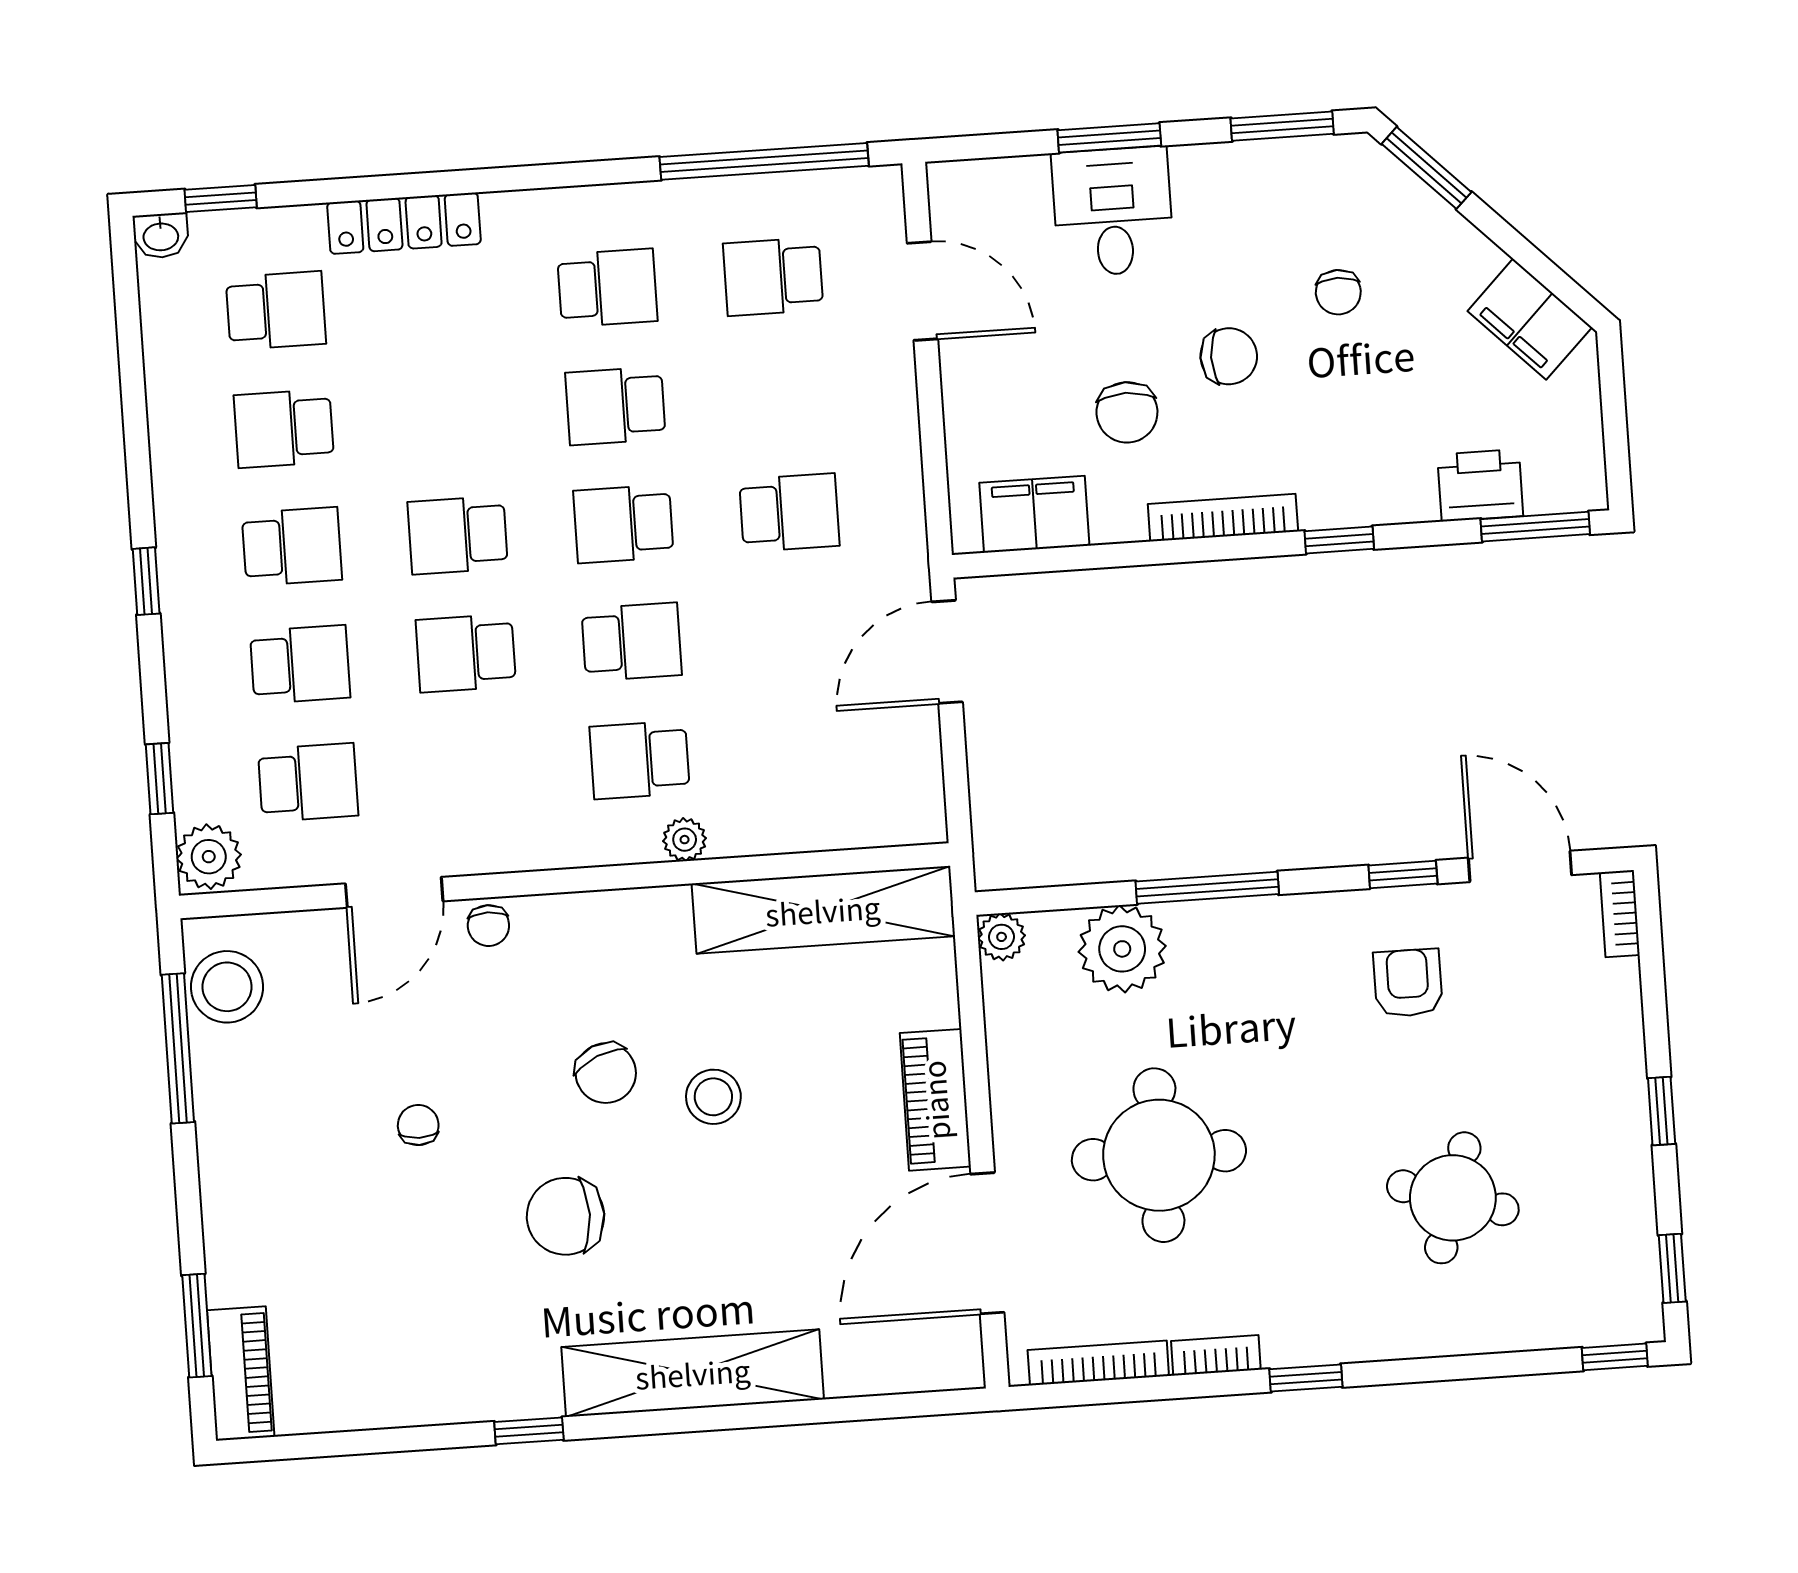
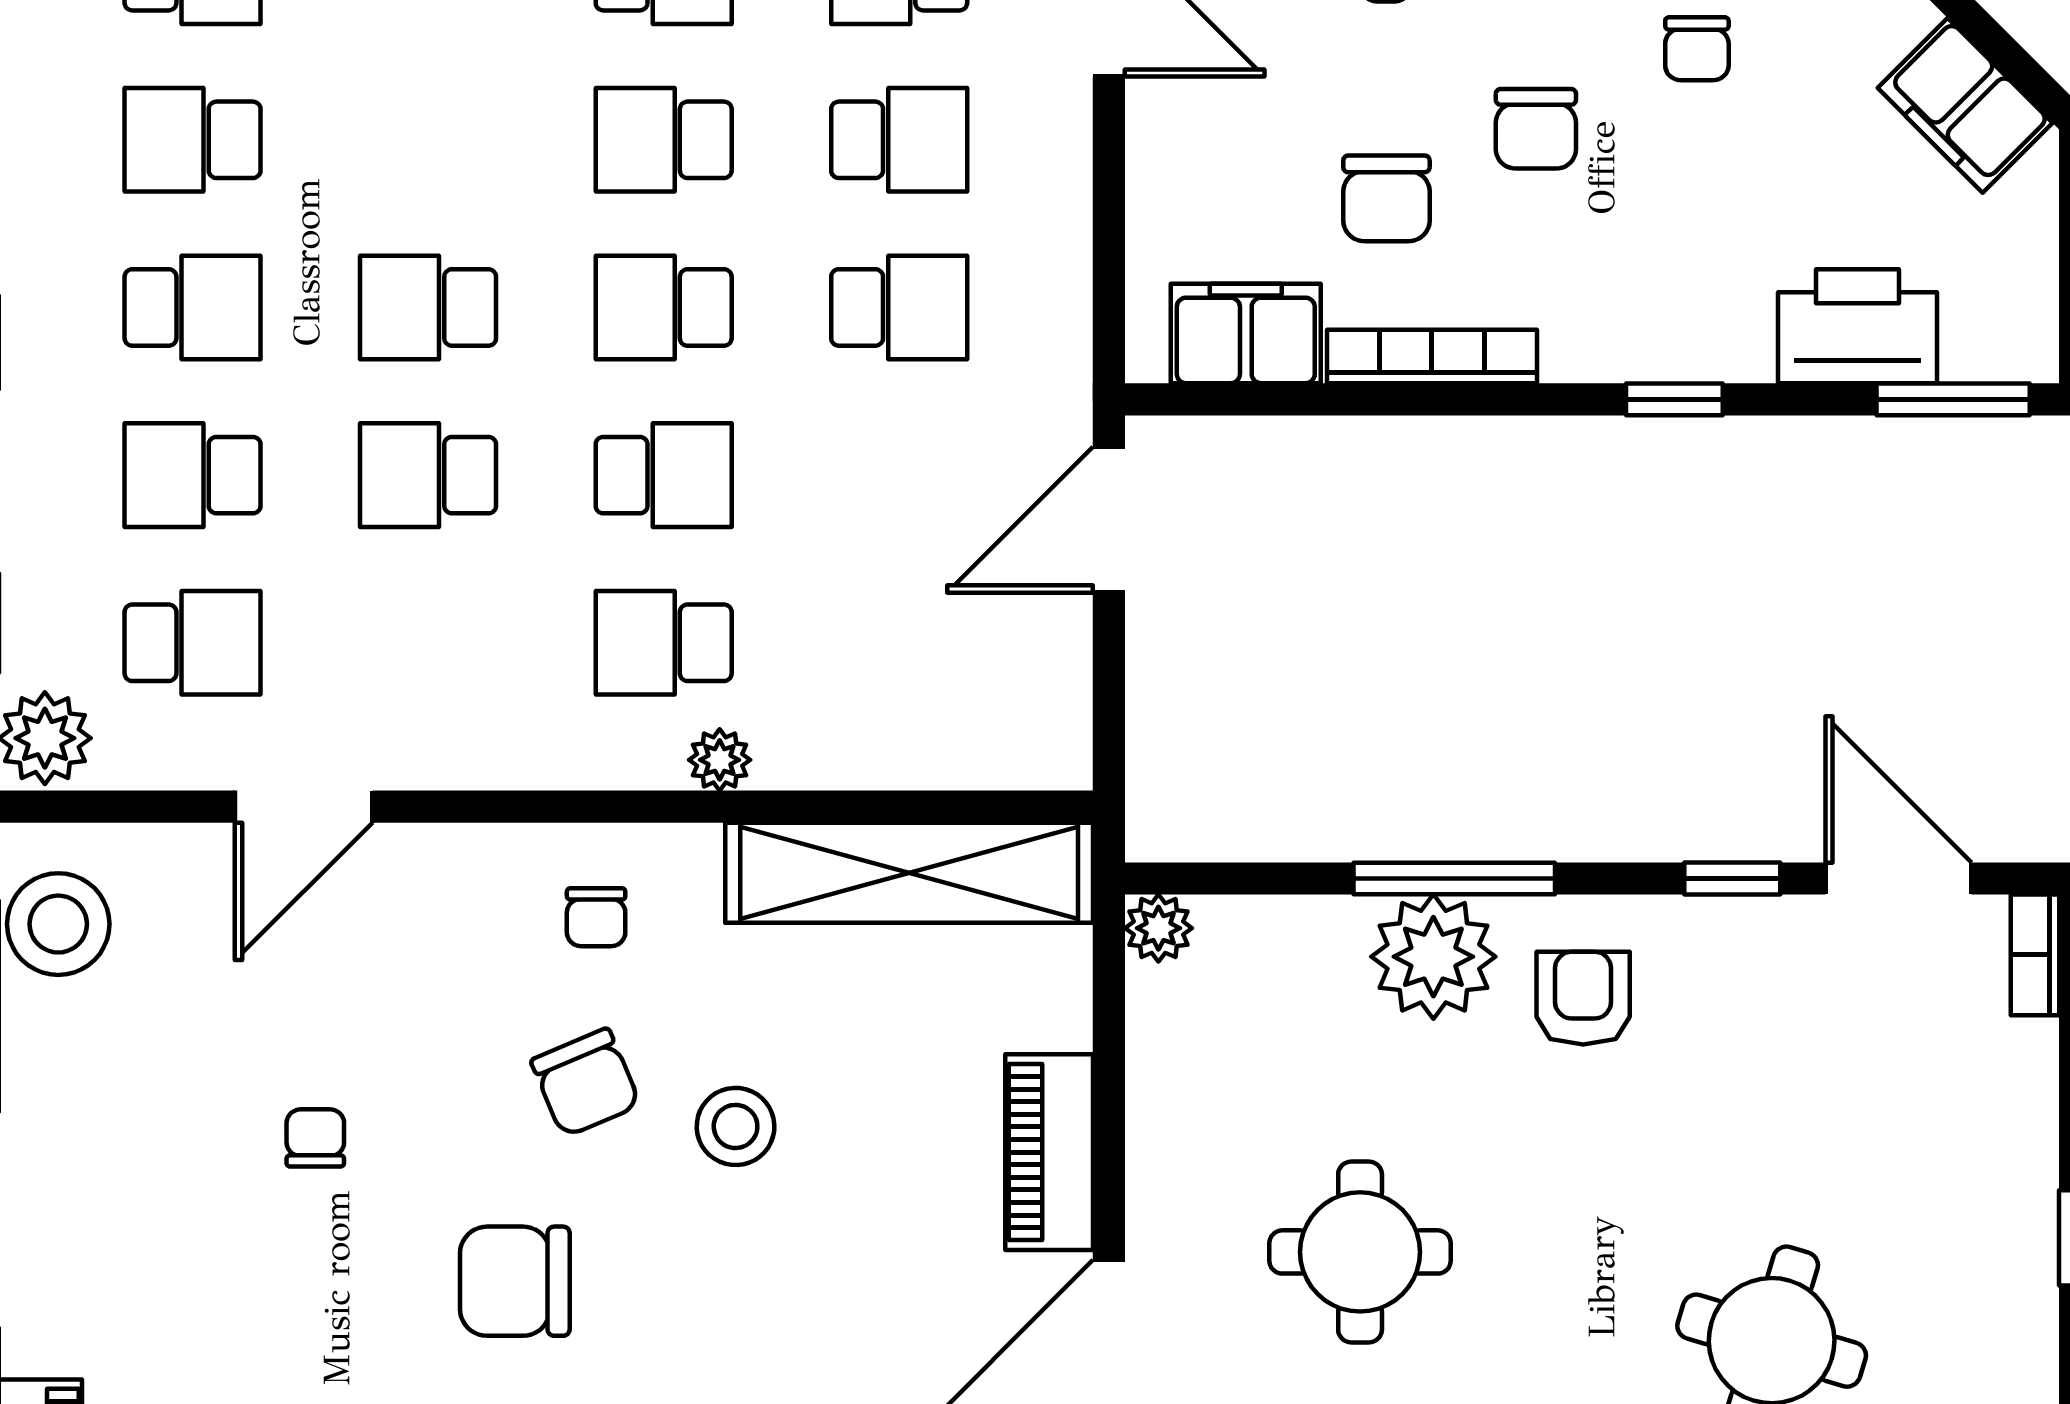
chair: (1229, 356) -> (1536, 129), turned 90
school desk: (781, 395) -> (899, 140), added
printer: (1480, 485) -> (1858, 326), width x1.37, depth x1.19
bookcase: (1223, 518) -> (1432, 356), moved
school desk: (300, 664) -> (193, 475), turned 180
chair: (488, 926) -> (596, 917), moved
plant: (1122, 949) -> (1433, 957), moved
armchair: (1408, 983) -> (1583, 998), moved
round table: (1159, 1155) -> (1360, 1252), width x0.73, depth x0.73

